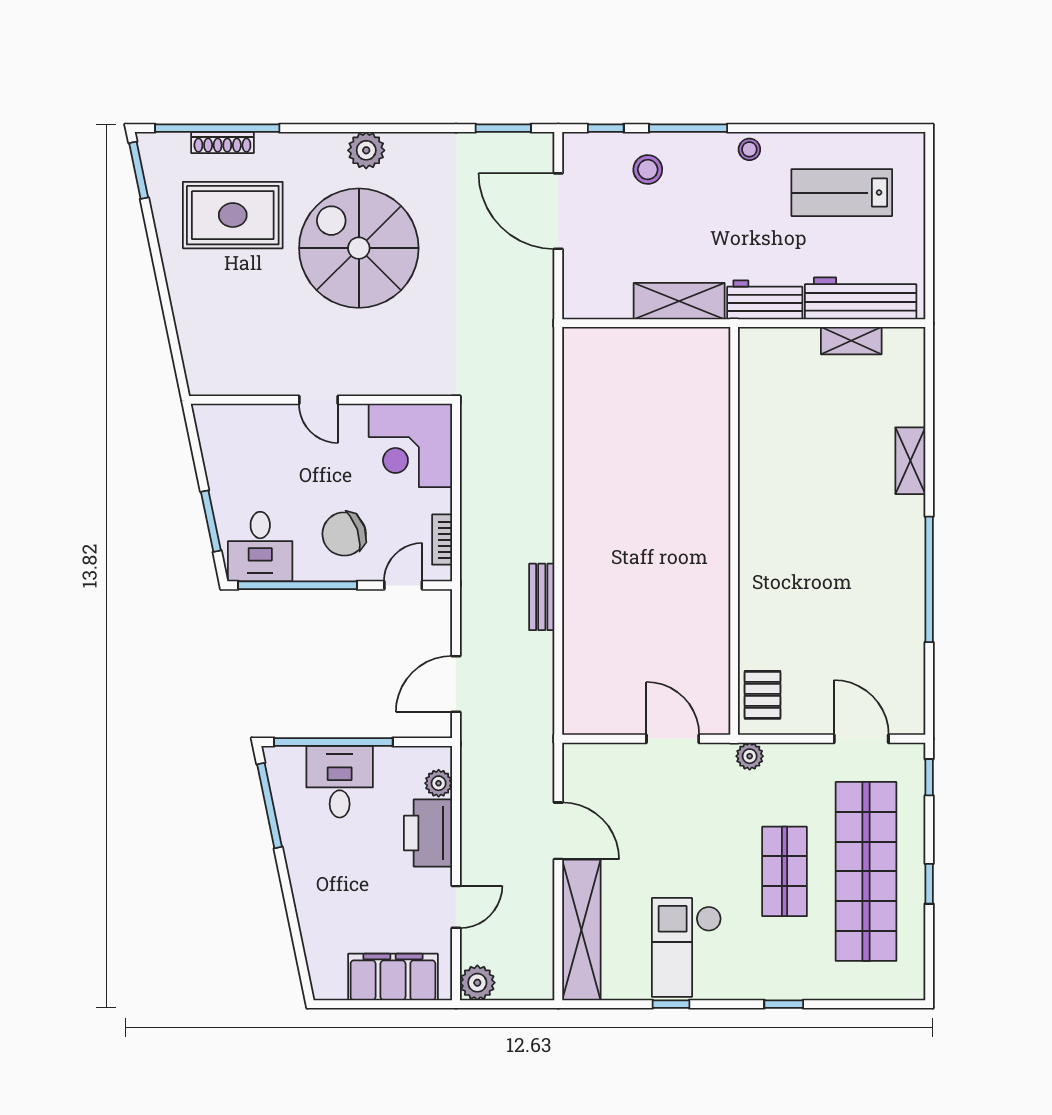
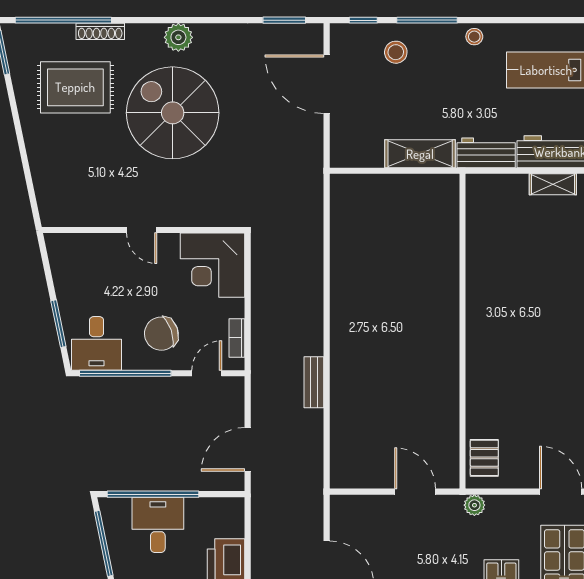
shoe rack: (222, 143) -> (100, 31), moved
plant: (439, 783) -> (234, 526), removed

